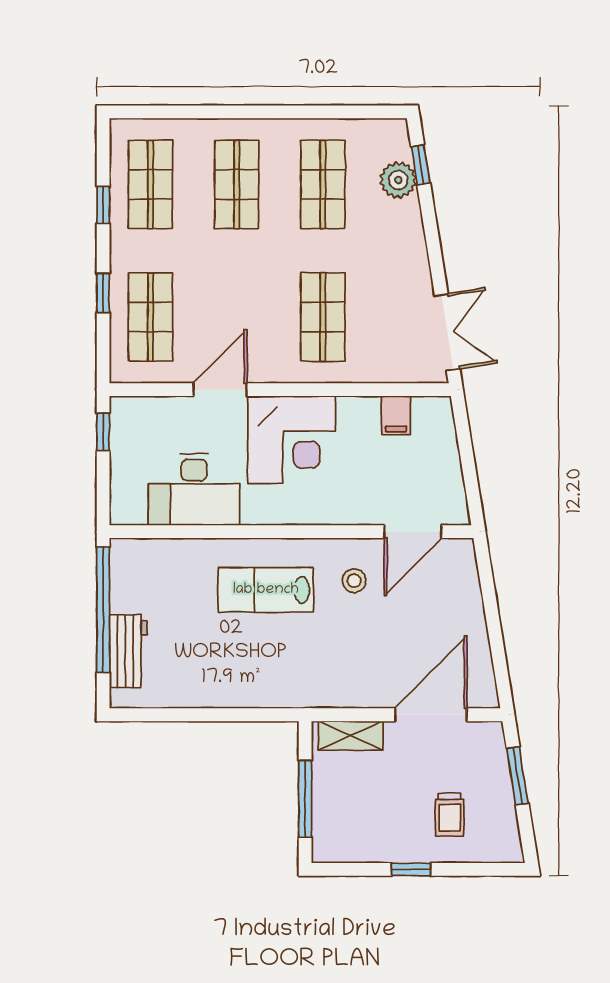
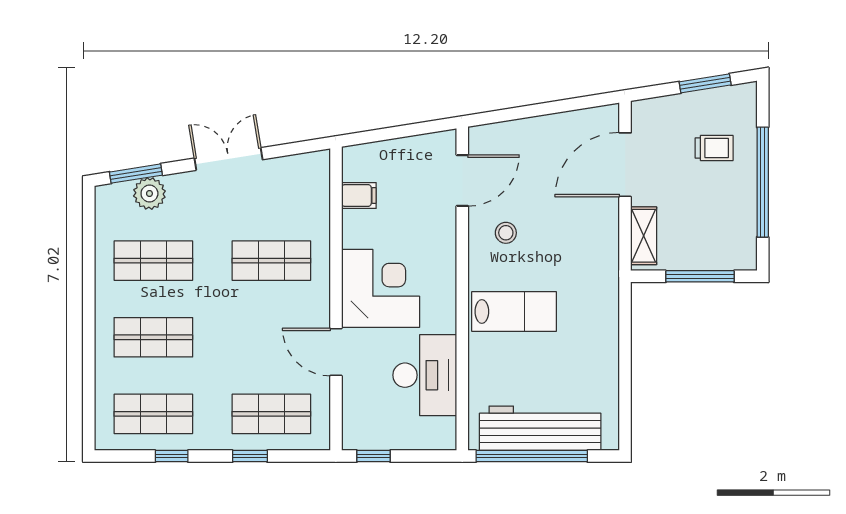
window: (421, 165) -> (136, 174), width x1.50
double door: (447, 332) -> (228, 159), moved
door: (413, 532) -> (462, 181), hinge flipped
lab bench: (266, 590) -> (514, 311), turned -90
workbench: (128, 651) -> (540, 428), width x1.88, depth x1.32
door: (431, 715) -> (625, 165), hinge flipped
window: (518, 776) -> (705, 83), moved
window: (411, 869) -> (763, 182), width x3.17

